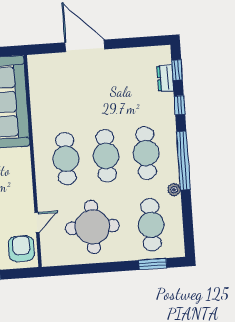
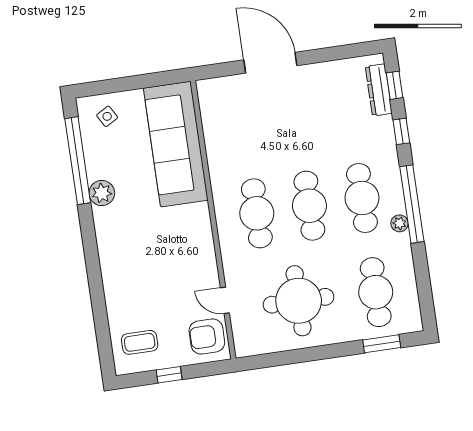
dresser: (165, 78) -> (379, 90), width x1.44
plant: (174, 190) -> (400, 223), moved
door: (37, 222) -> (225, 300), swing flipped
armchair: (21, 249) -> (207, 337), turned -90

